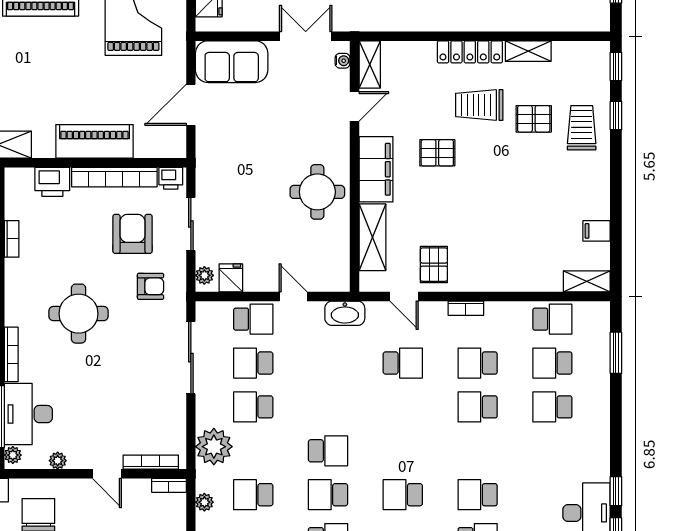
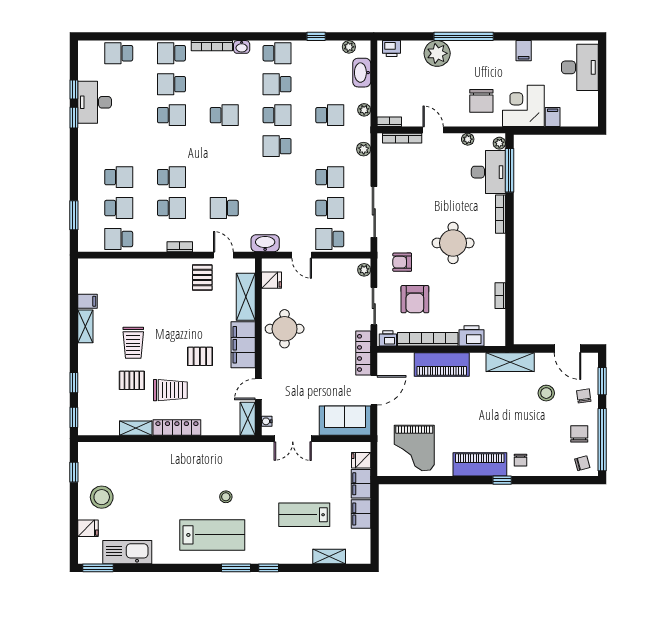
trolley: (582, 128) -> (133, 343), moved
locker: (206, 158) -> (363, 353), added
fridge: (231, 278) -> (272, 280), moved, turned -90
shelving: (587, 281) -> (85, 326), moved, turned 90
plant: (214, 447) -> (364, 149), width x0.53, depth x0.53

